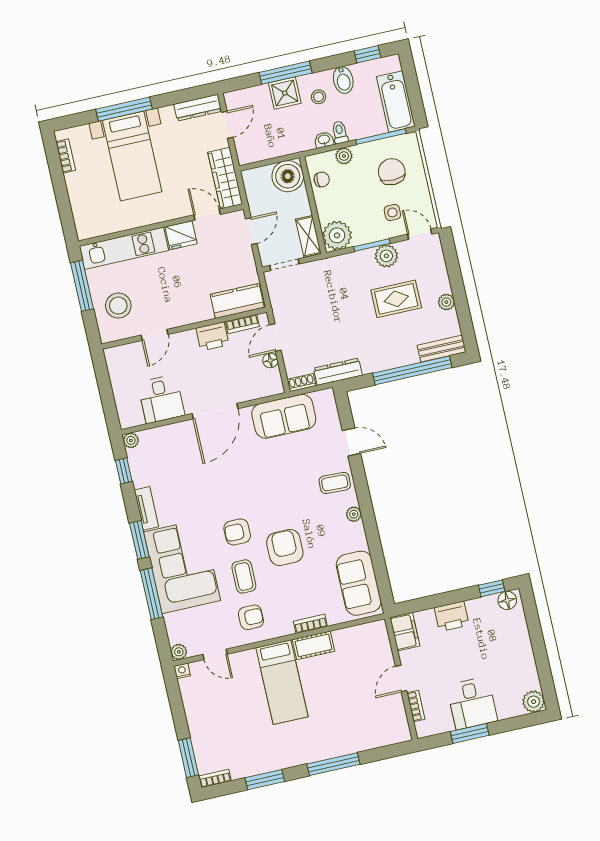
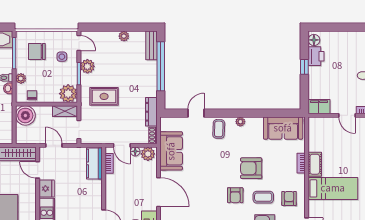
door: (207, 215) -> (38, 170), hinge flipped
door: (420, 234) -> (79, 43), swing flipped
rug: (396, 299) -> (104, 96), moved, turned 90
printer: (212, 336) -> (113, 183), removed
plant: (271, 381) -> (148, 154), added
window: (492, 588) -> (304, 67), moved
printer: (452, 616) -> (316, 56), moved

